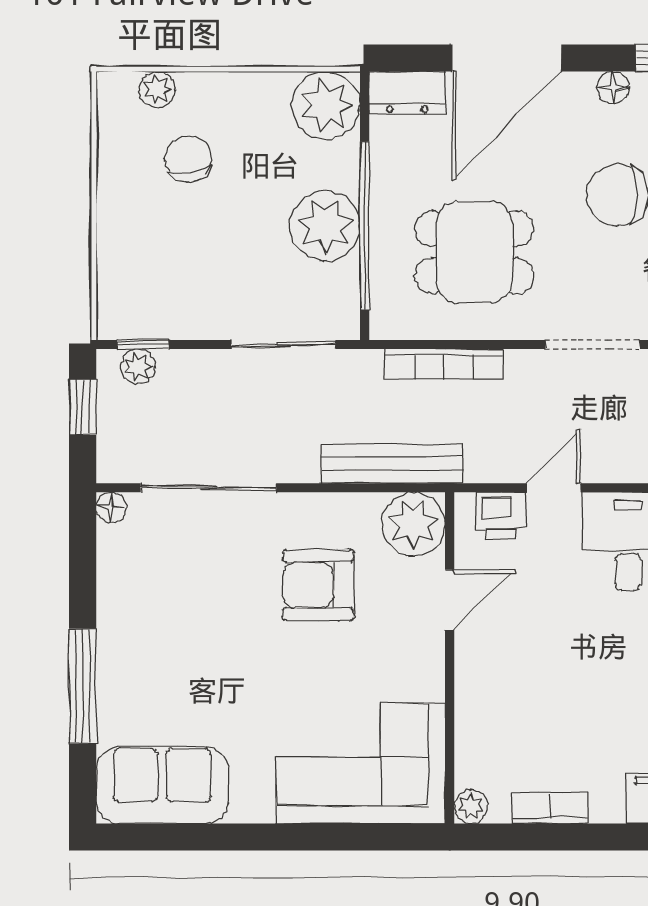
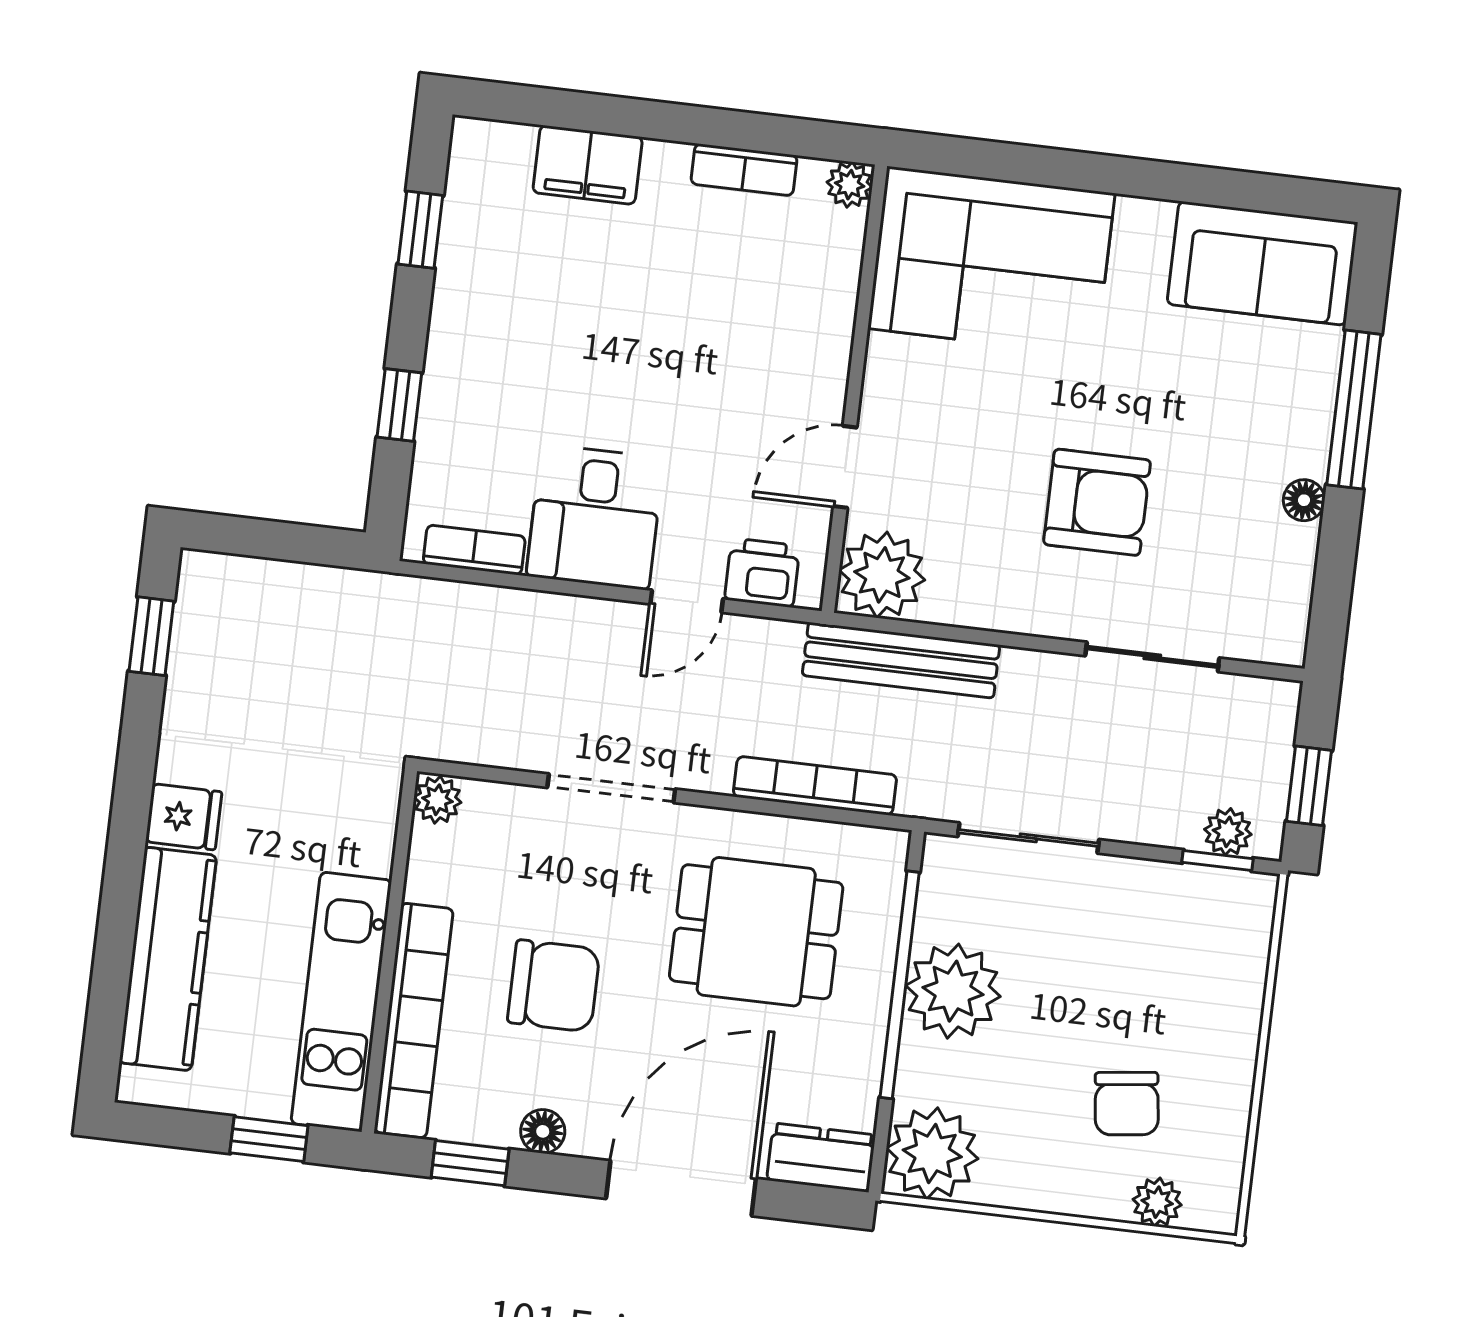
sliding door: (208, 488) -> (1152, 657), width x0.73
floor lamp: (111, 507) -> (1304, 500), moved
armchair: (318, 585) -> (1097, 502), moved

